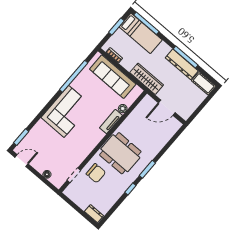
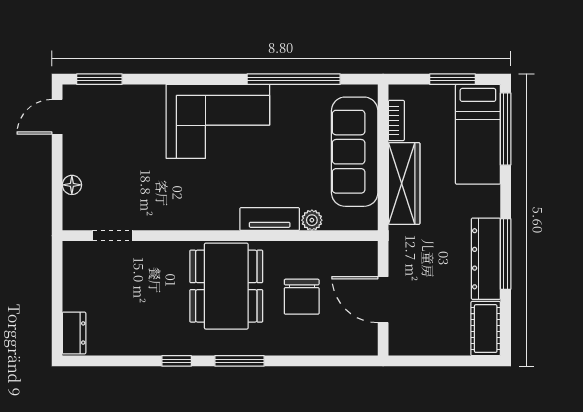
wardrobe: (147, 79) -> (404, 183), moved
door: (22, 161) -> (57, 117), swing flipped
chair: (96, 173) -> (302, 297), moved

